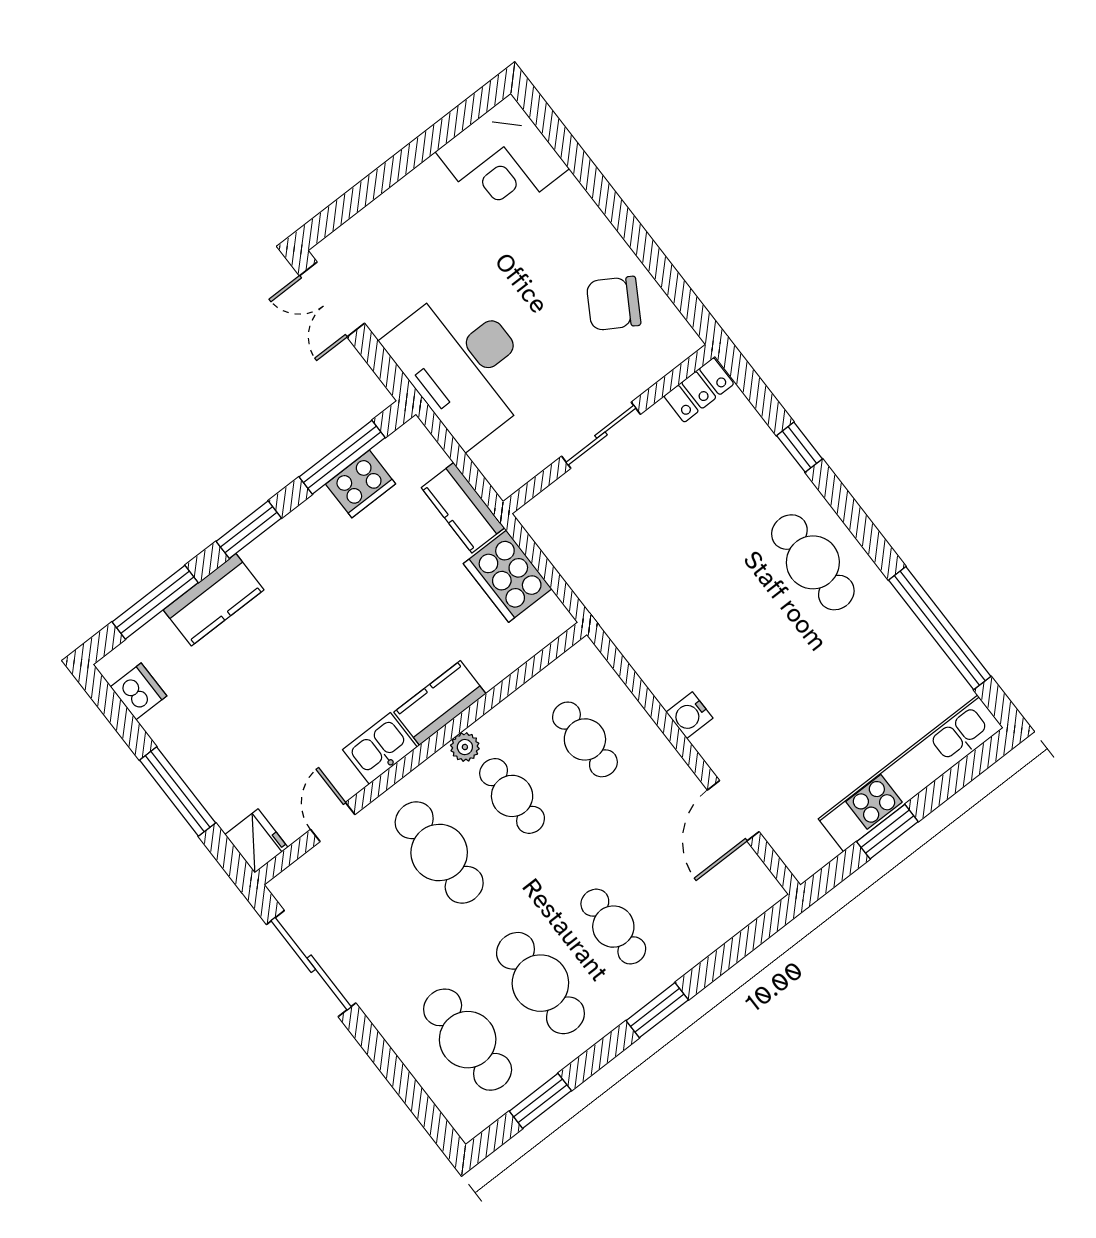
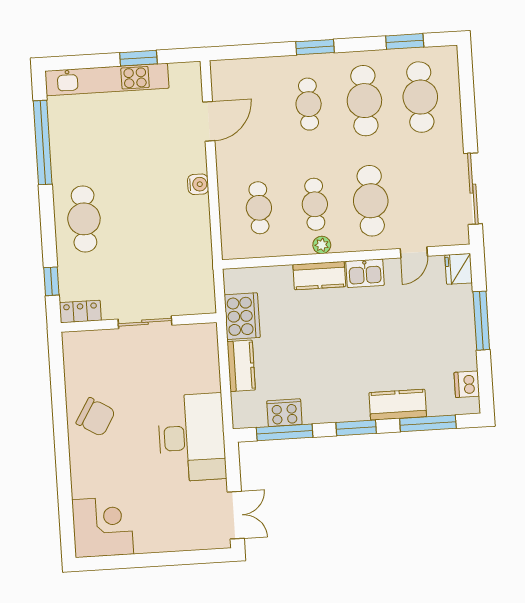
locker: (699, 390) -> (80, 312), moved
wall: (609, 429) -> (139, 323), moved
sliding door: (601, 435) -> (145, 322), moved

